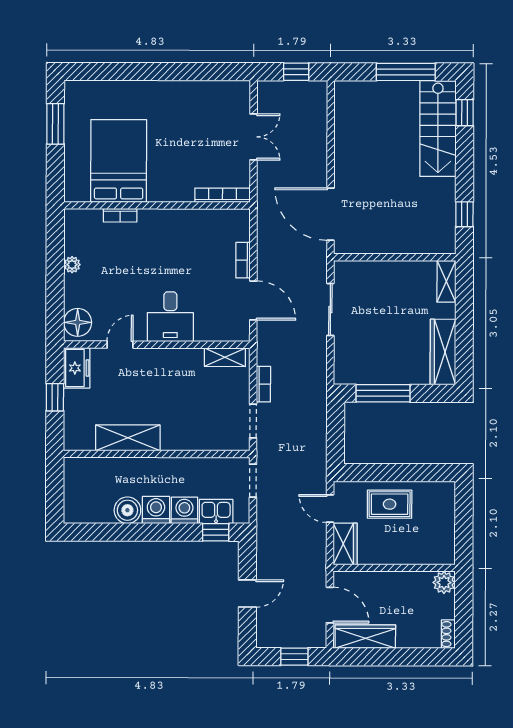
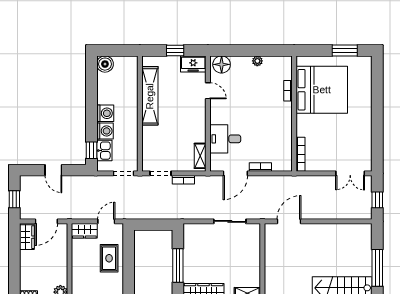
double door: (254, 137) -> (350, 173), moved
bed: (119, 161) -> (322, 90), width x1.36
door: (331, 214) -> (289, 221), width x0.73
desk: (170, 317) -> (225, 139), moved
window: (383, 393) -> (178, 265), moved
shelving: (128, 438) -> (150, 96), width x1.47
boiler: (127, 510) -> (105, 64), moved
wardrobe: (365, 636) -> (27, 237), width x0.67

